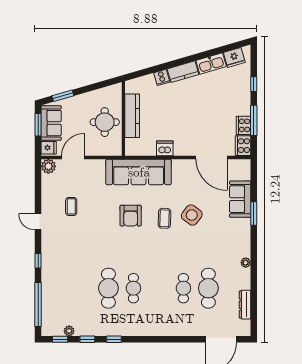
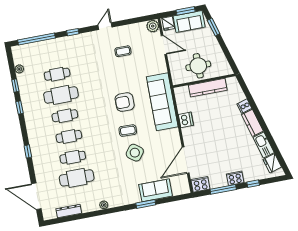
cooker: (244, 125) -> (235, 178), moved
cafe table: (83, 288) -> (57, 74), added
cafe table: (158, 288) -> (69, 136), added
window: (60, 339) -> (28, 151), moved

